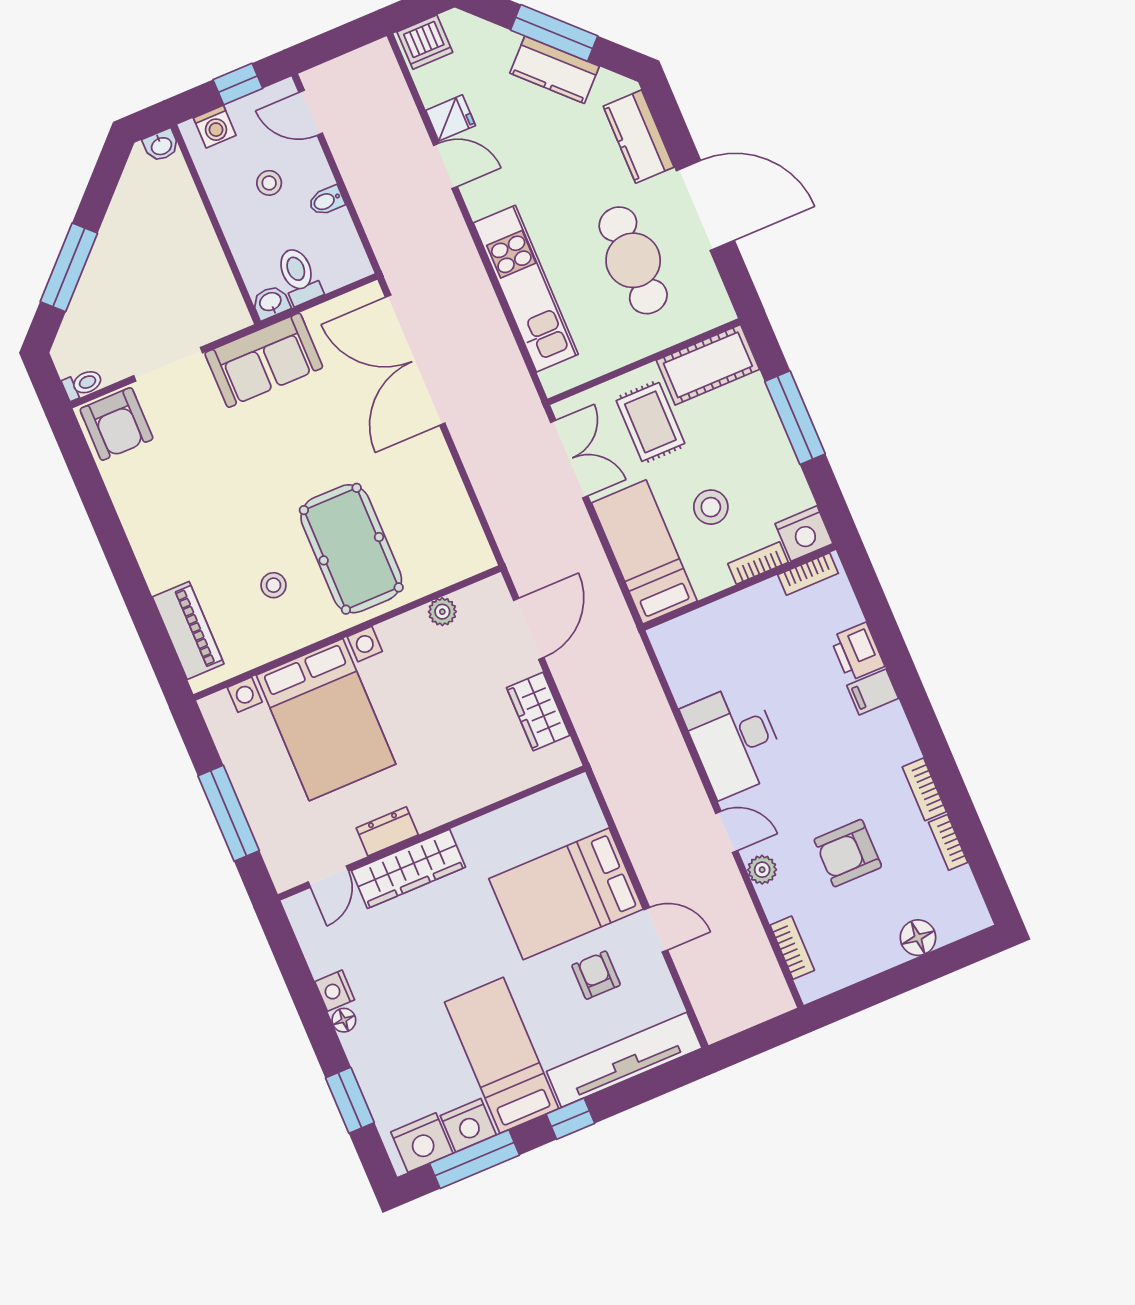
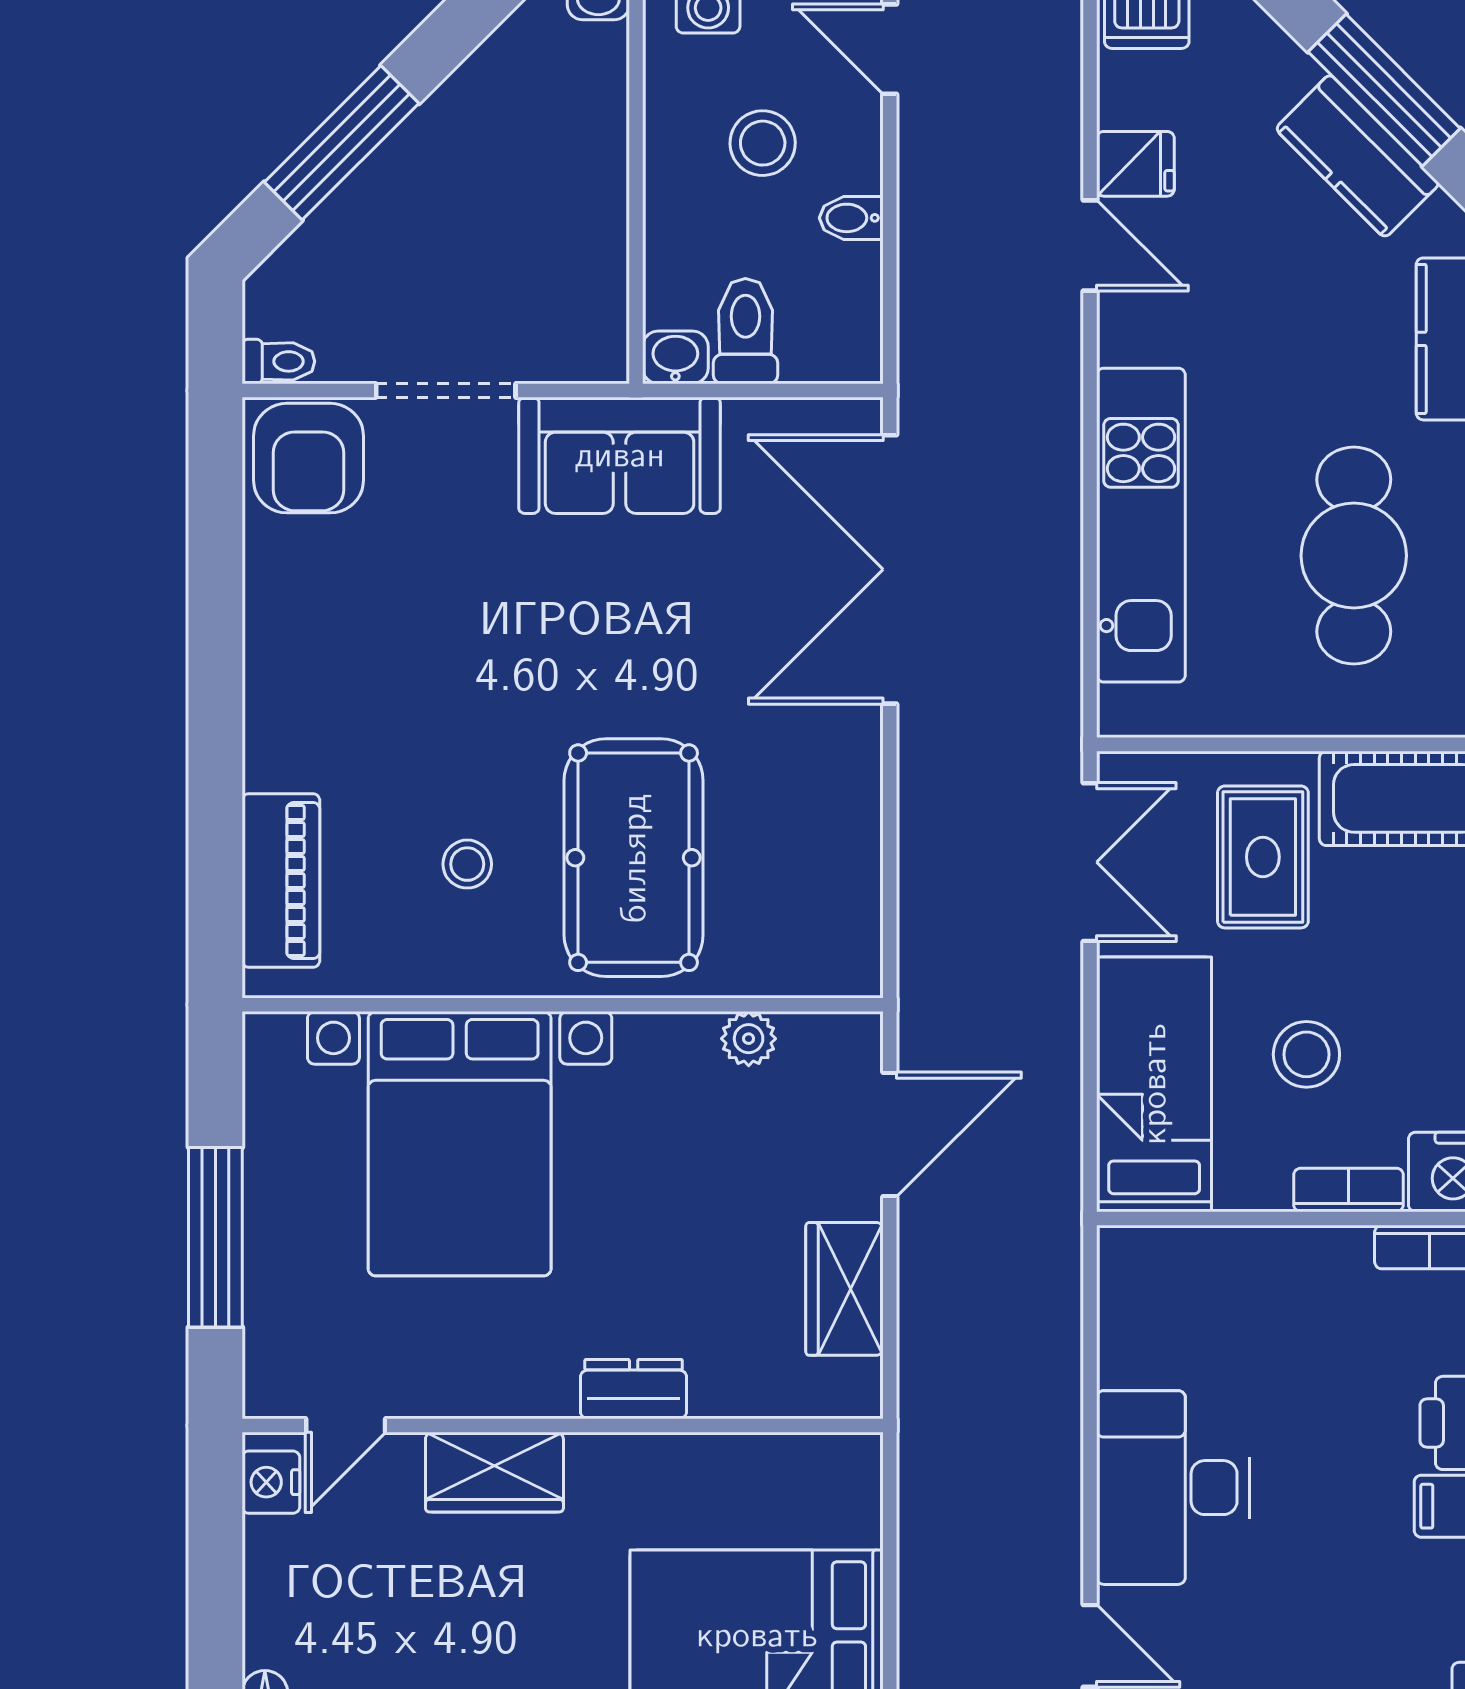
stool: (269, 183) -> (763, 143), width x1.37, depth x1.37
dresser: (387, 831) -> (634, 1389), moved
wardrobe: (409, 869) -> (494, 1472), width x0.67
nightstand: (335, 991) -> (271, 1482), moved

